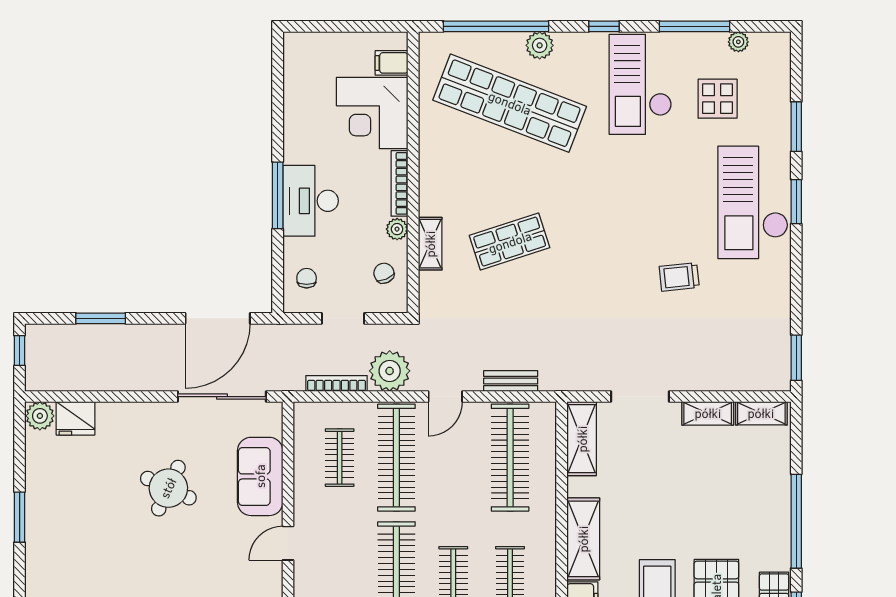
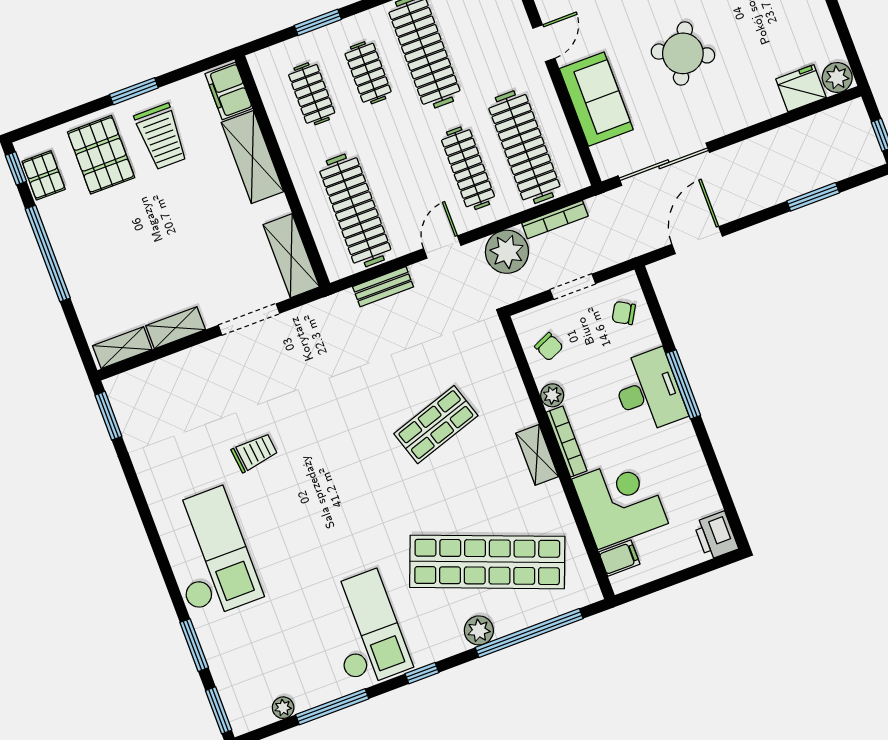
printer: (299, 51) -> (716, 536), added
display table: (718, 99) -> (283, 644), removed
window: (796, 202) -> (219, 710), moved
shelving: (430, 244) -> (537, 455), moved
chair: (307, 278) -> (624, 313), turned 120
door: (218, 318) -> (697, 240), width x0.73
clothes rail: (340, 458) -> (524, 147), width x1.86, depth x1.31
clothes rail: (396, 458) -> (468, 168), width x0.73, depth x0.76

